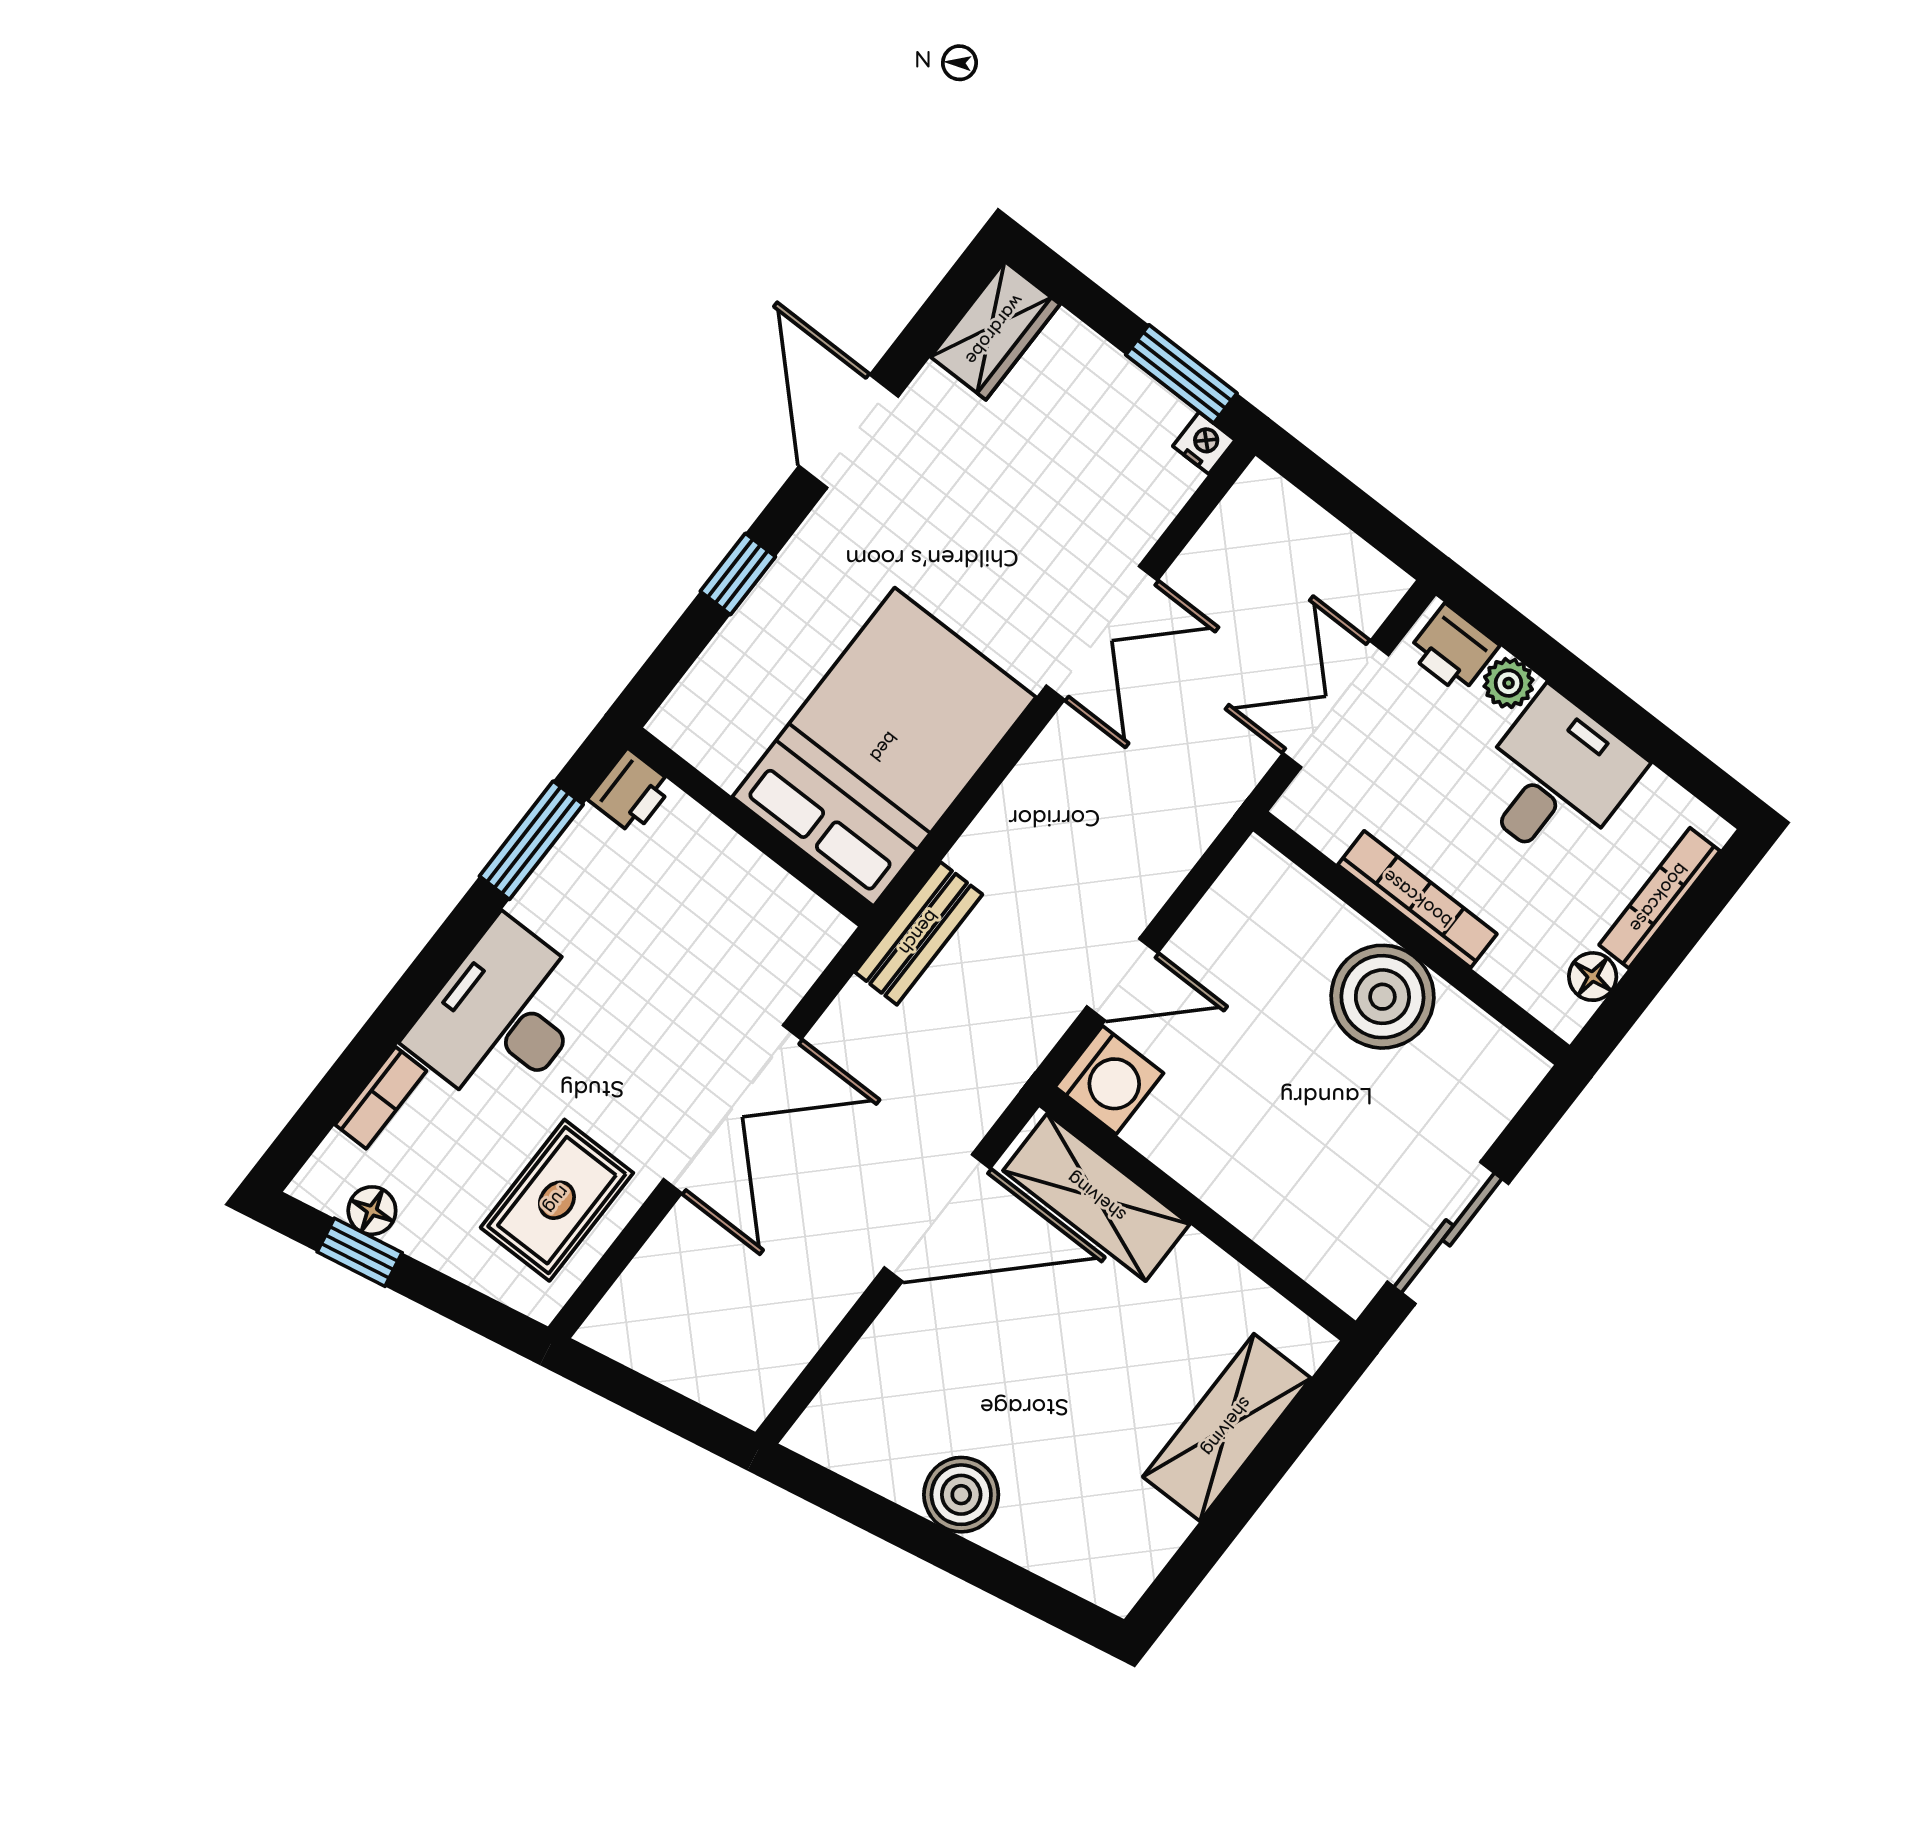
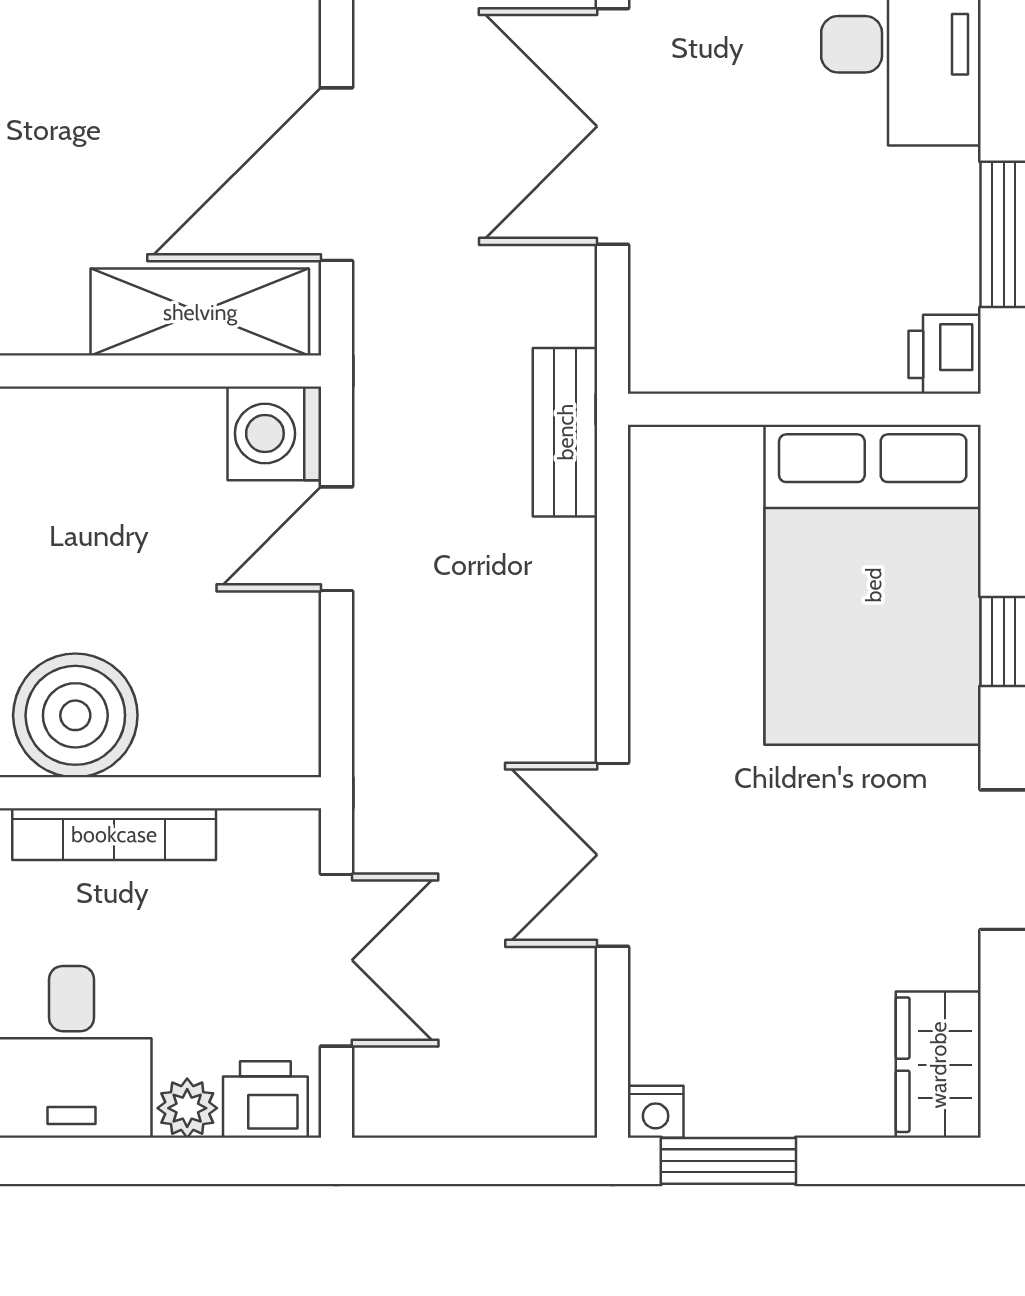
bed: (884, 747) -> (873, 585), moved

